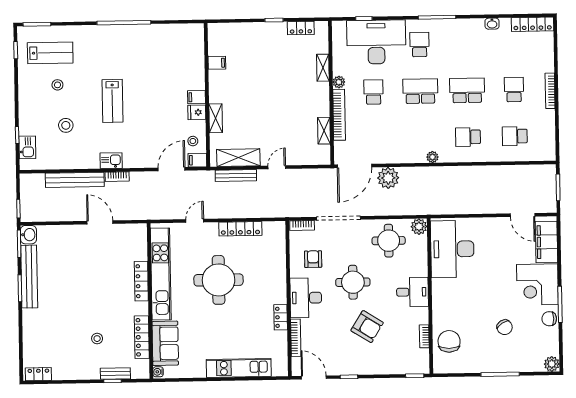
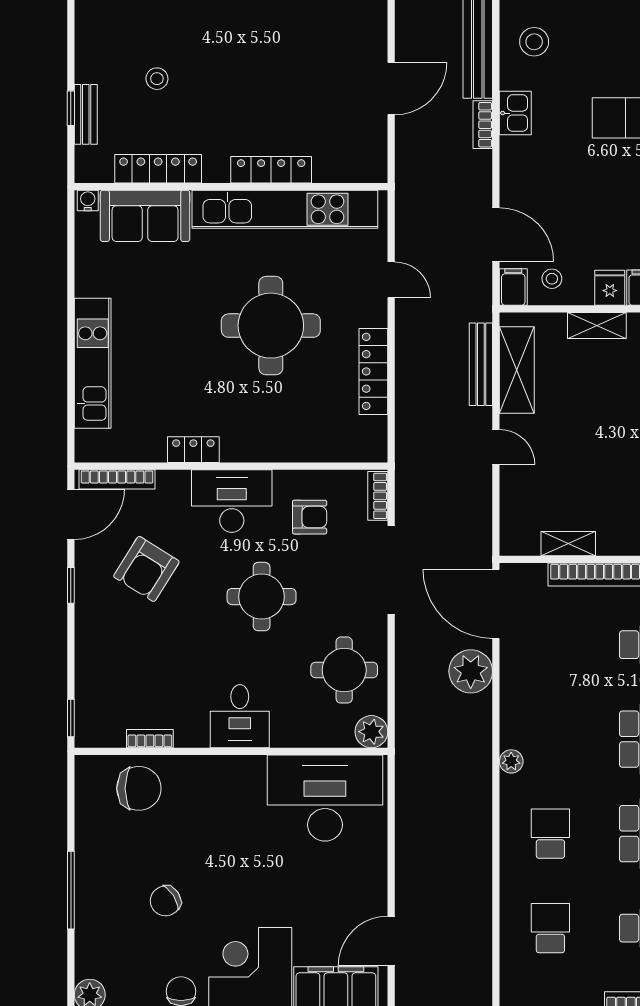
stool: (66, 125) -> (534, 42), moved
armchair: (367, 327) -> (146, 569), moved
bookcase: (296, 338) -> (117, 479), moved

